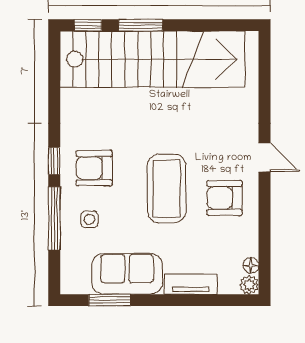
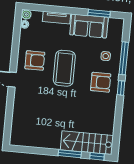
stairs: (152, 59) -> (87, 143), width x0.54, depth x0.66

